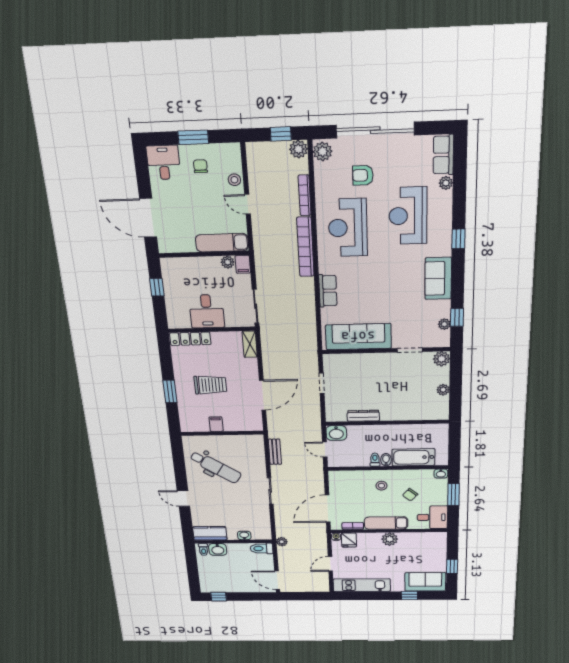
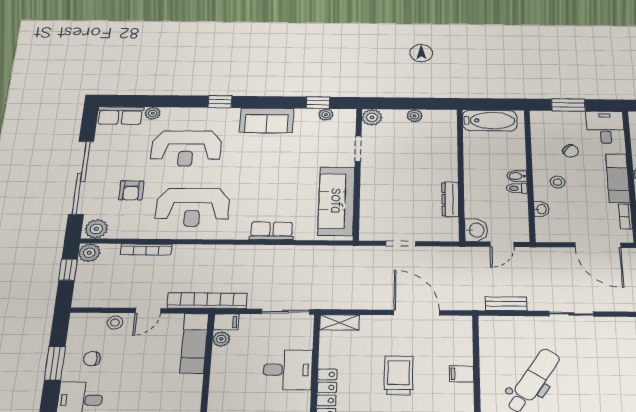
bookcase: (305, 247) -> (207, 301), moved, turned 180
bathtub: (413, 457) -> (490, 121), moved, turned -90
washbasin: (441, 474) -> (541, 209), moved

